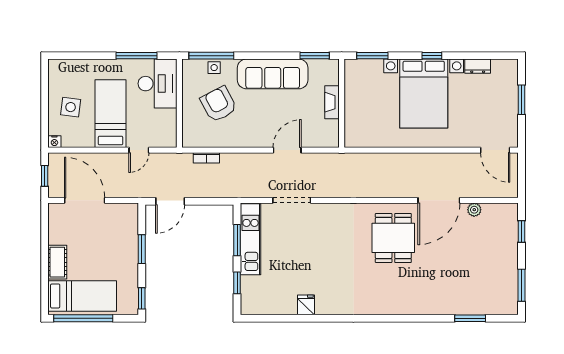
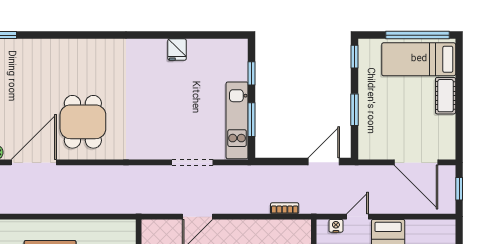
nightstand: (54, 142) -> (336, 226), moved

